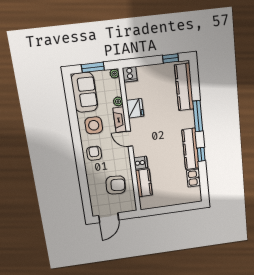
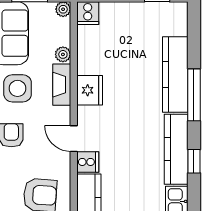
kitchen counter: (184, 87) -> (175, 75), moved
fridge: (135, 108) -> (90, 90), moved
door: (129, 139) -> (74, 139), moved

